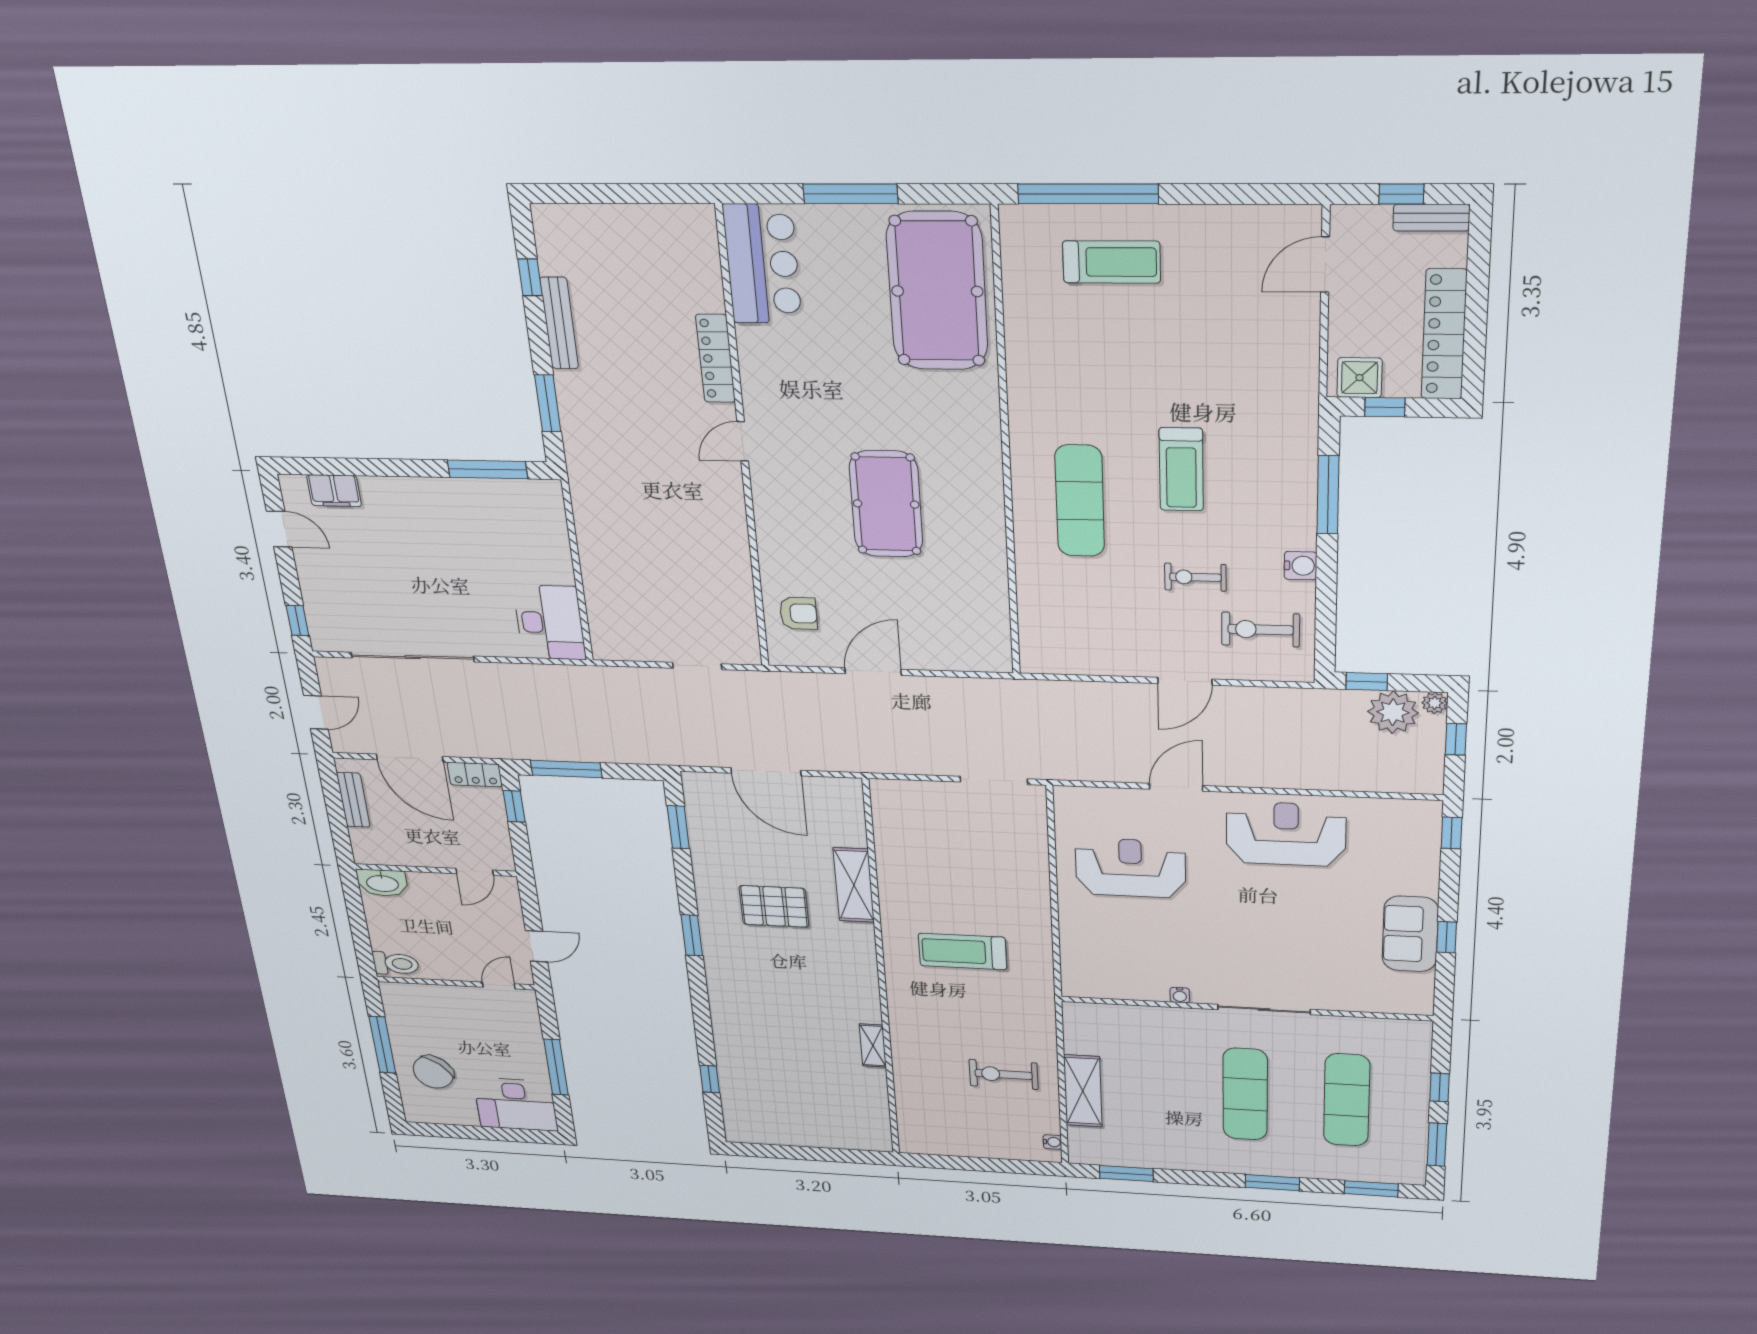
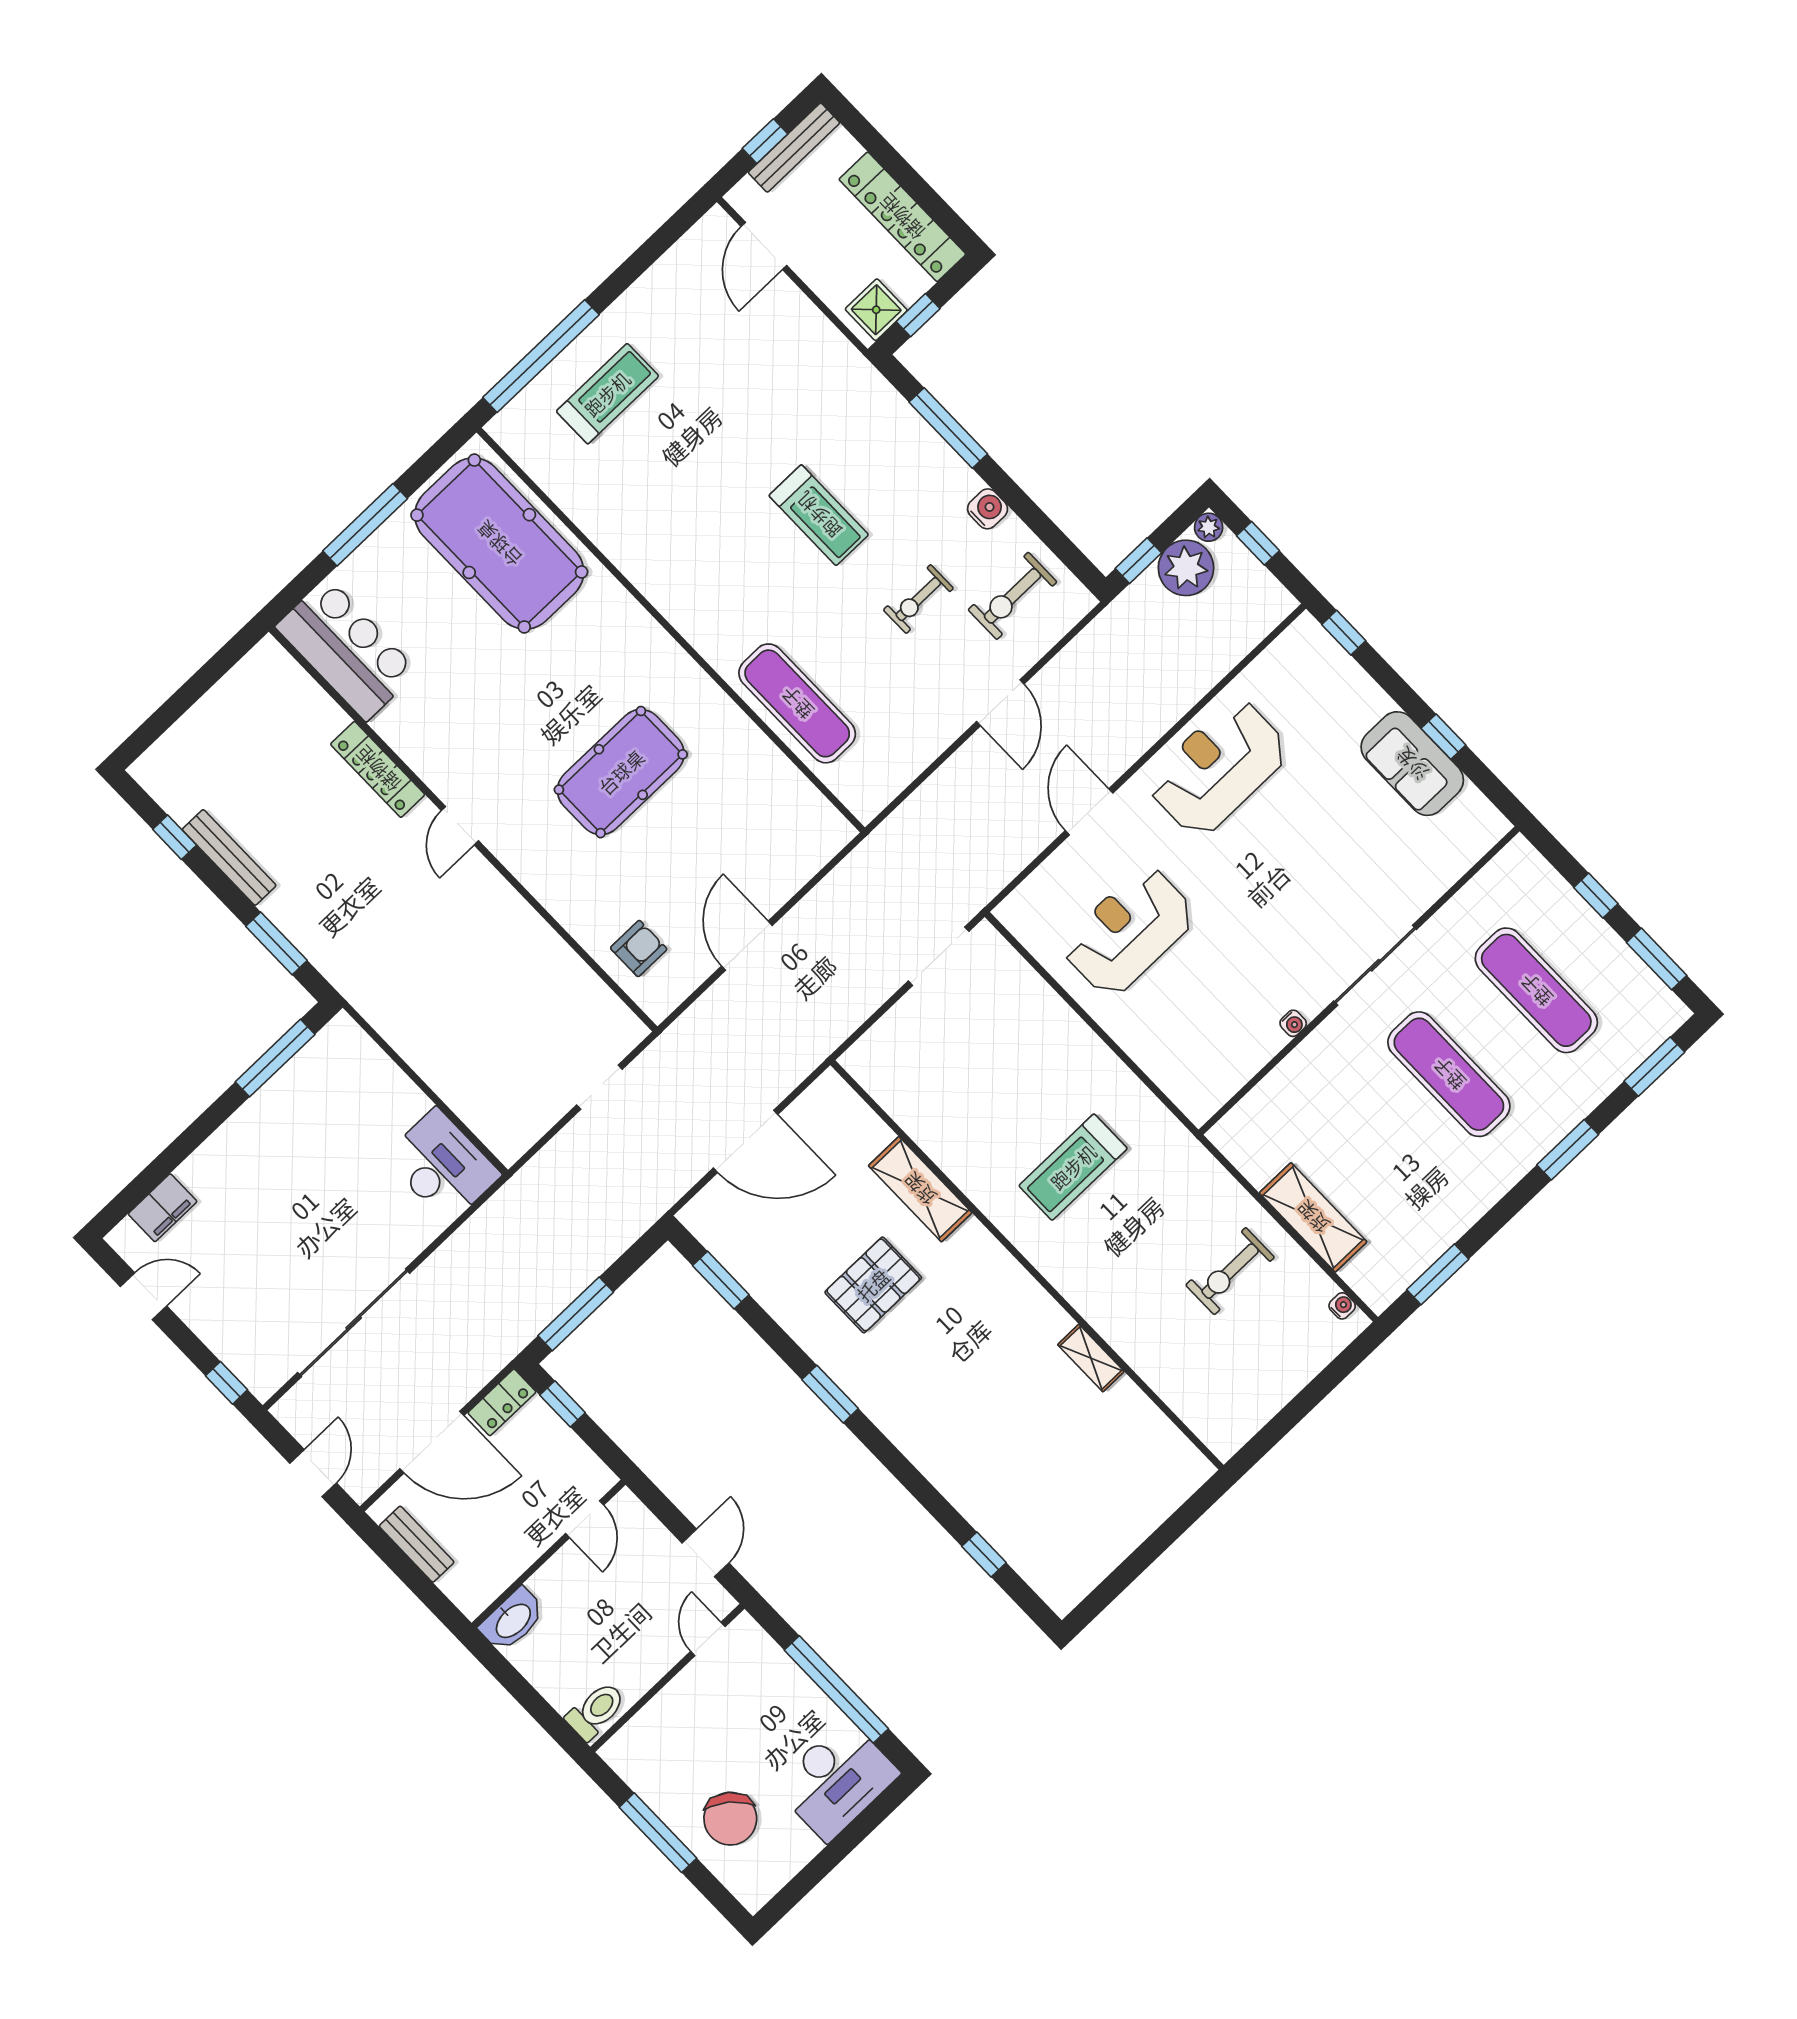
bench: (1431, 218) -> (794, 148), width x1.36
exercise mat: (1080, 501) -> (797, 703), moved
pool table: (886, 504) -> (621, 772), turned 90
window: (556, 1067) -> (836, 1689), width x1.46

